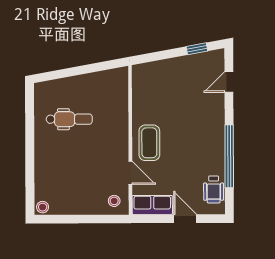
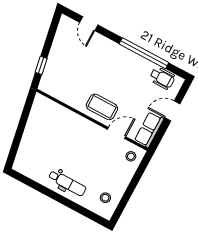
window: (197, 49) -> (41, 65), moved
dental chair: (69, 119) -> (67, 183), moved, turned 90
stool: (43, 207) -> (105, 198), moved

